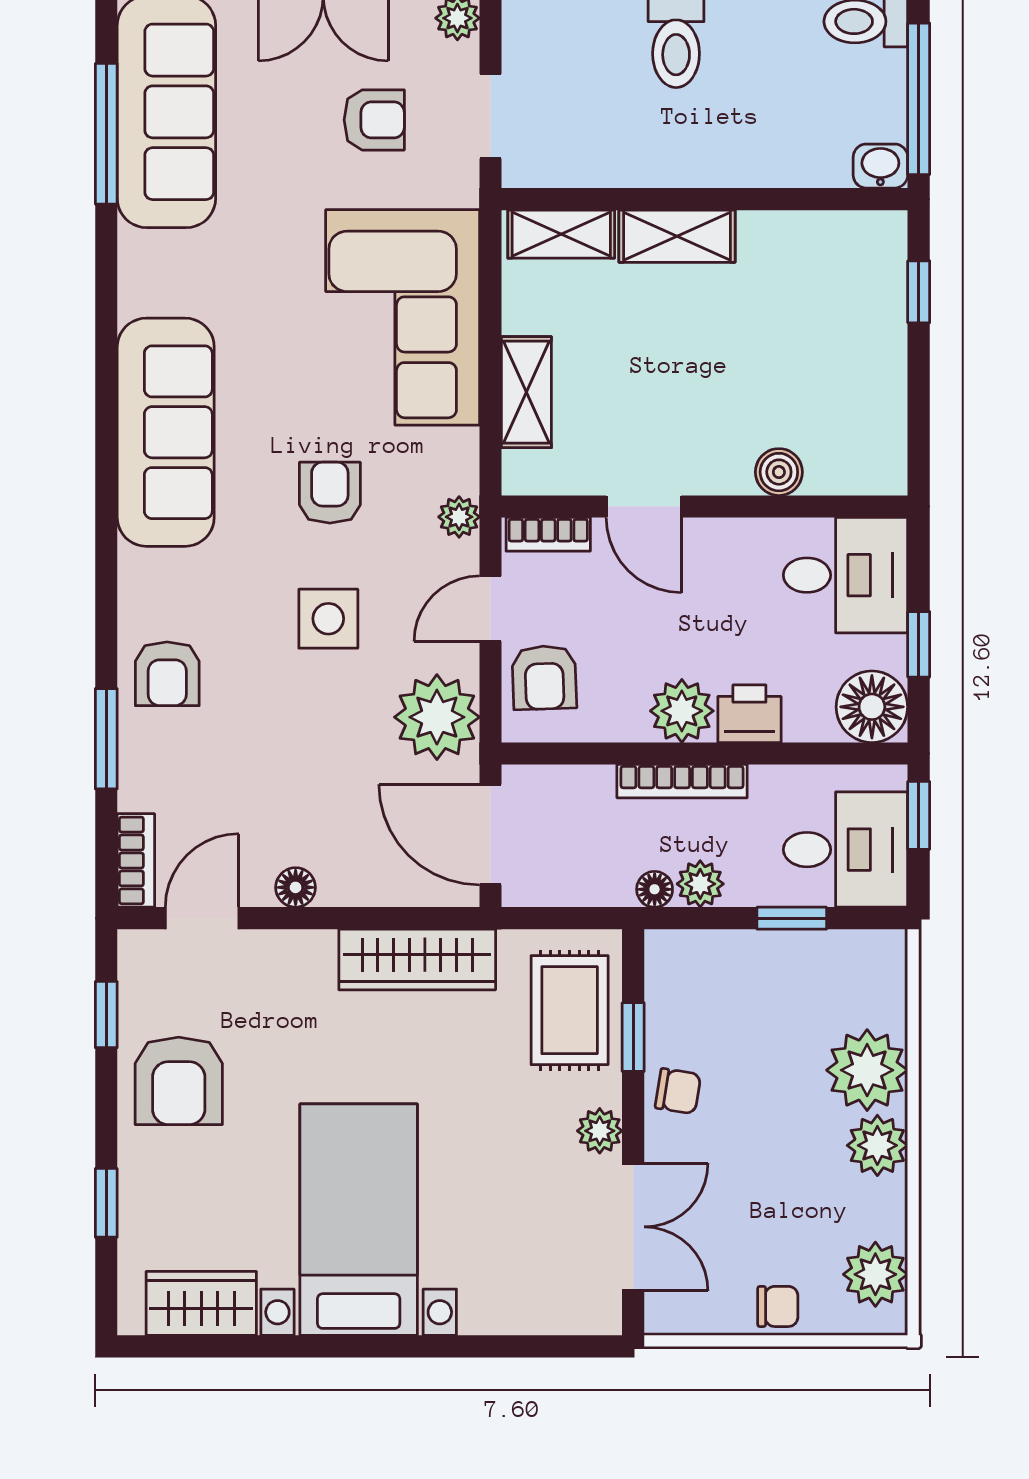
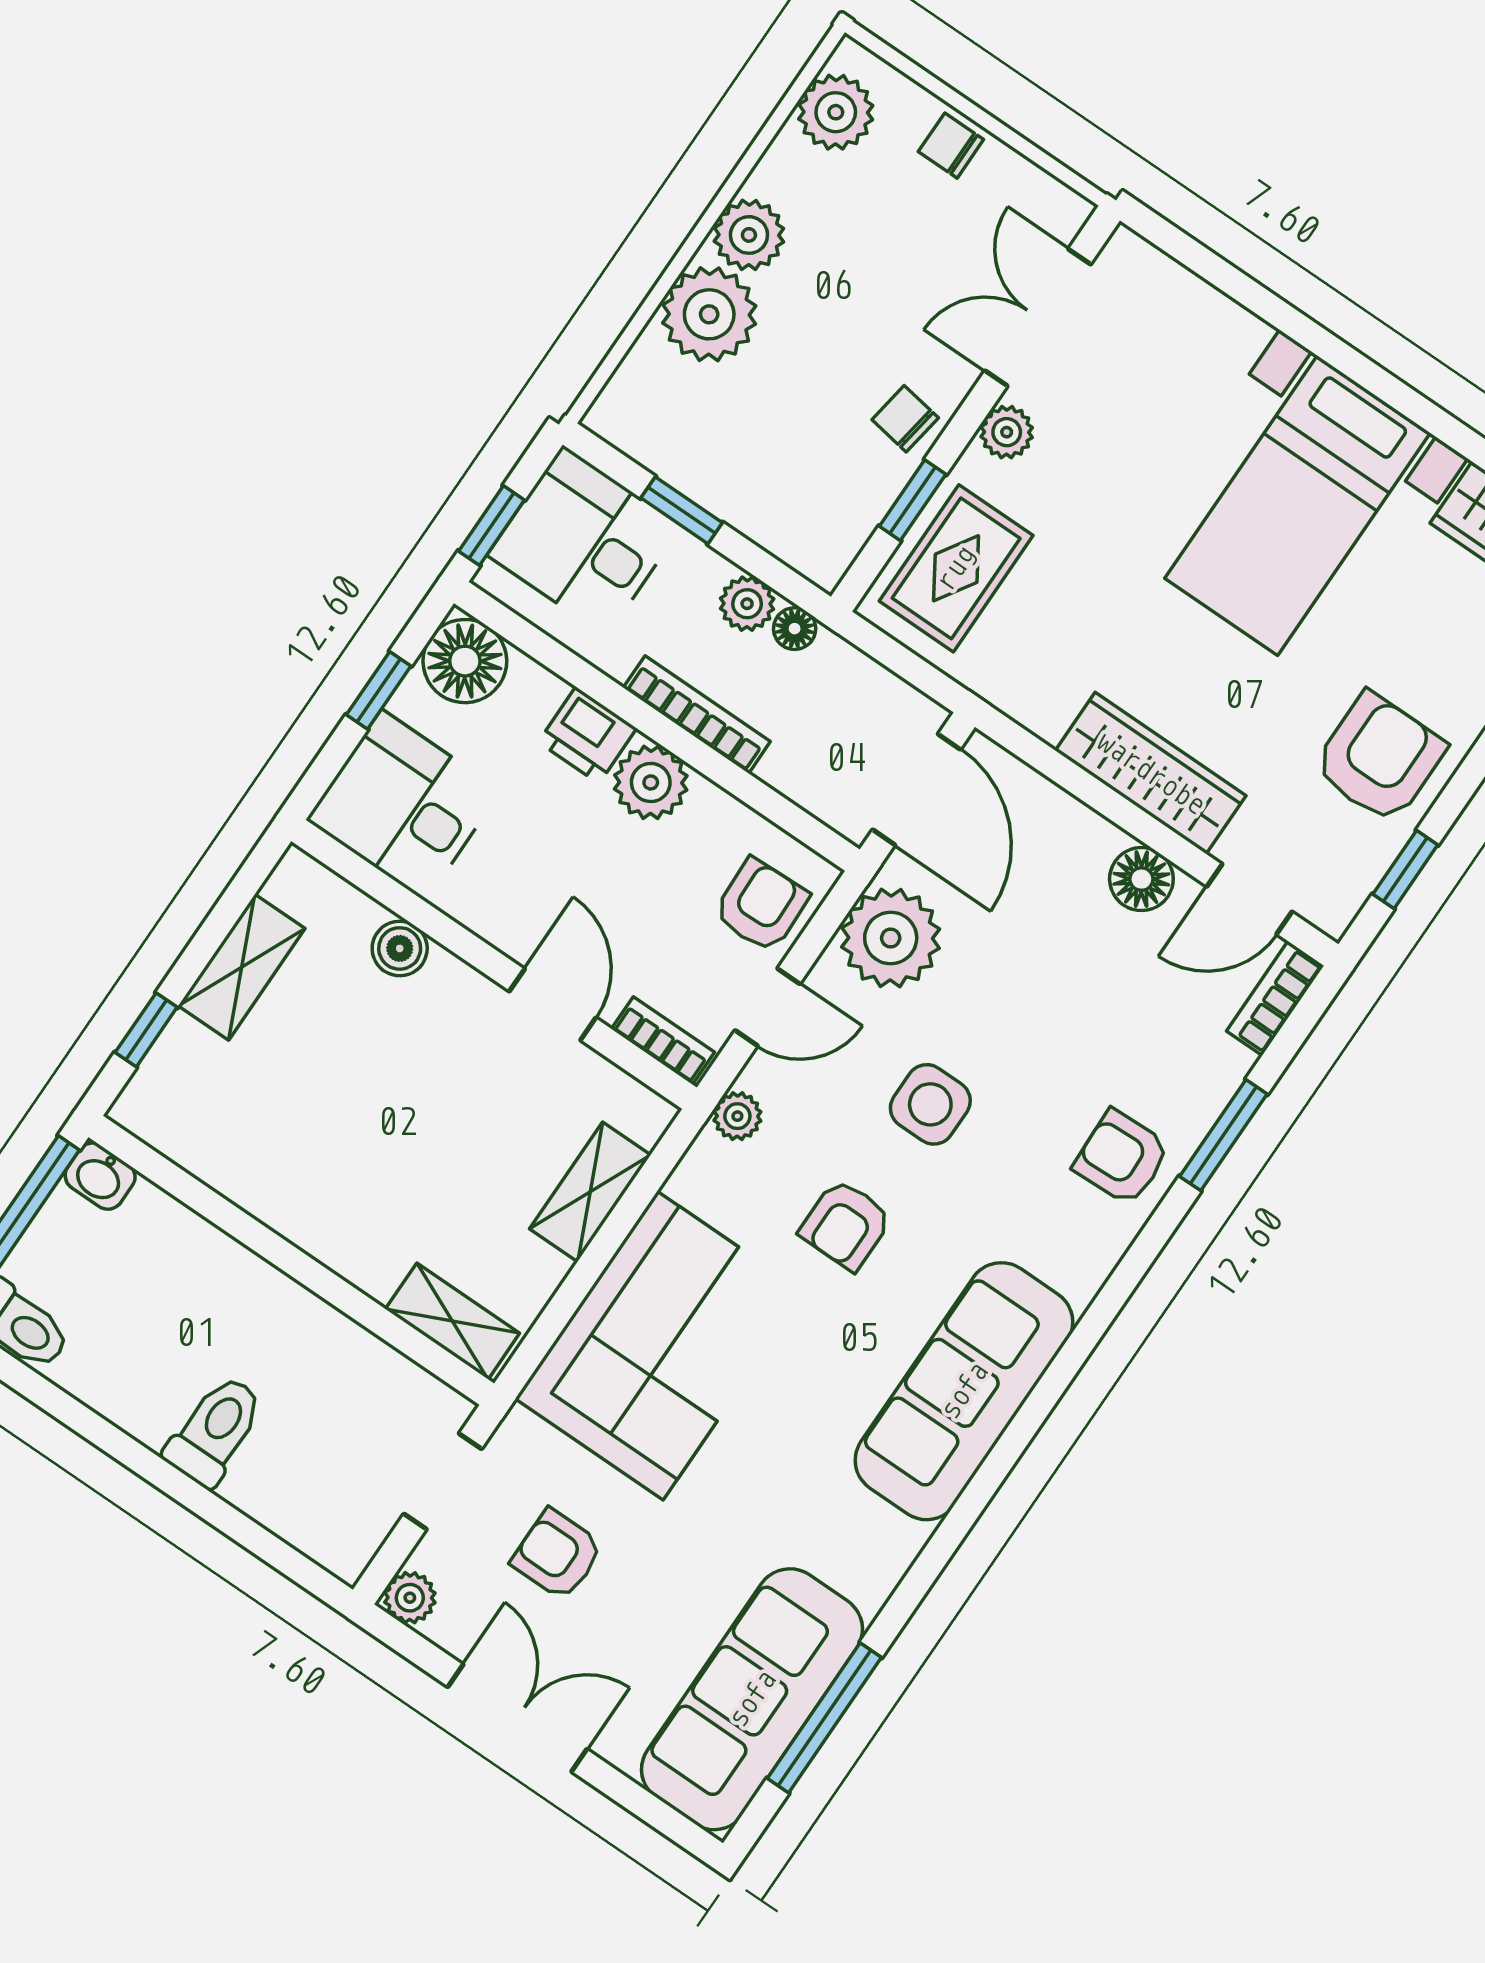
shelving: (677, 236) -> (242, 967), moved, turned 90
armchair: (167, 674) -> (1122, 1157), turned -92
floor lamp: (296, 887) -> (1141, 879), width x1.37, depth x1.37
wardrobe: (417, 959) -> (1151, 773), moved

